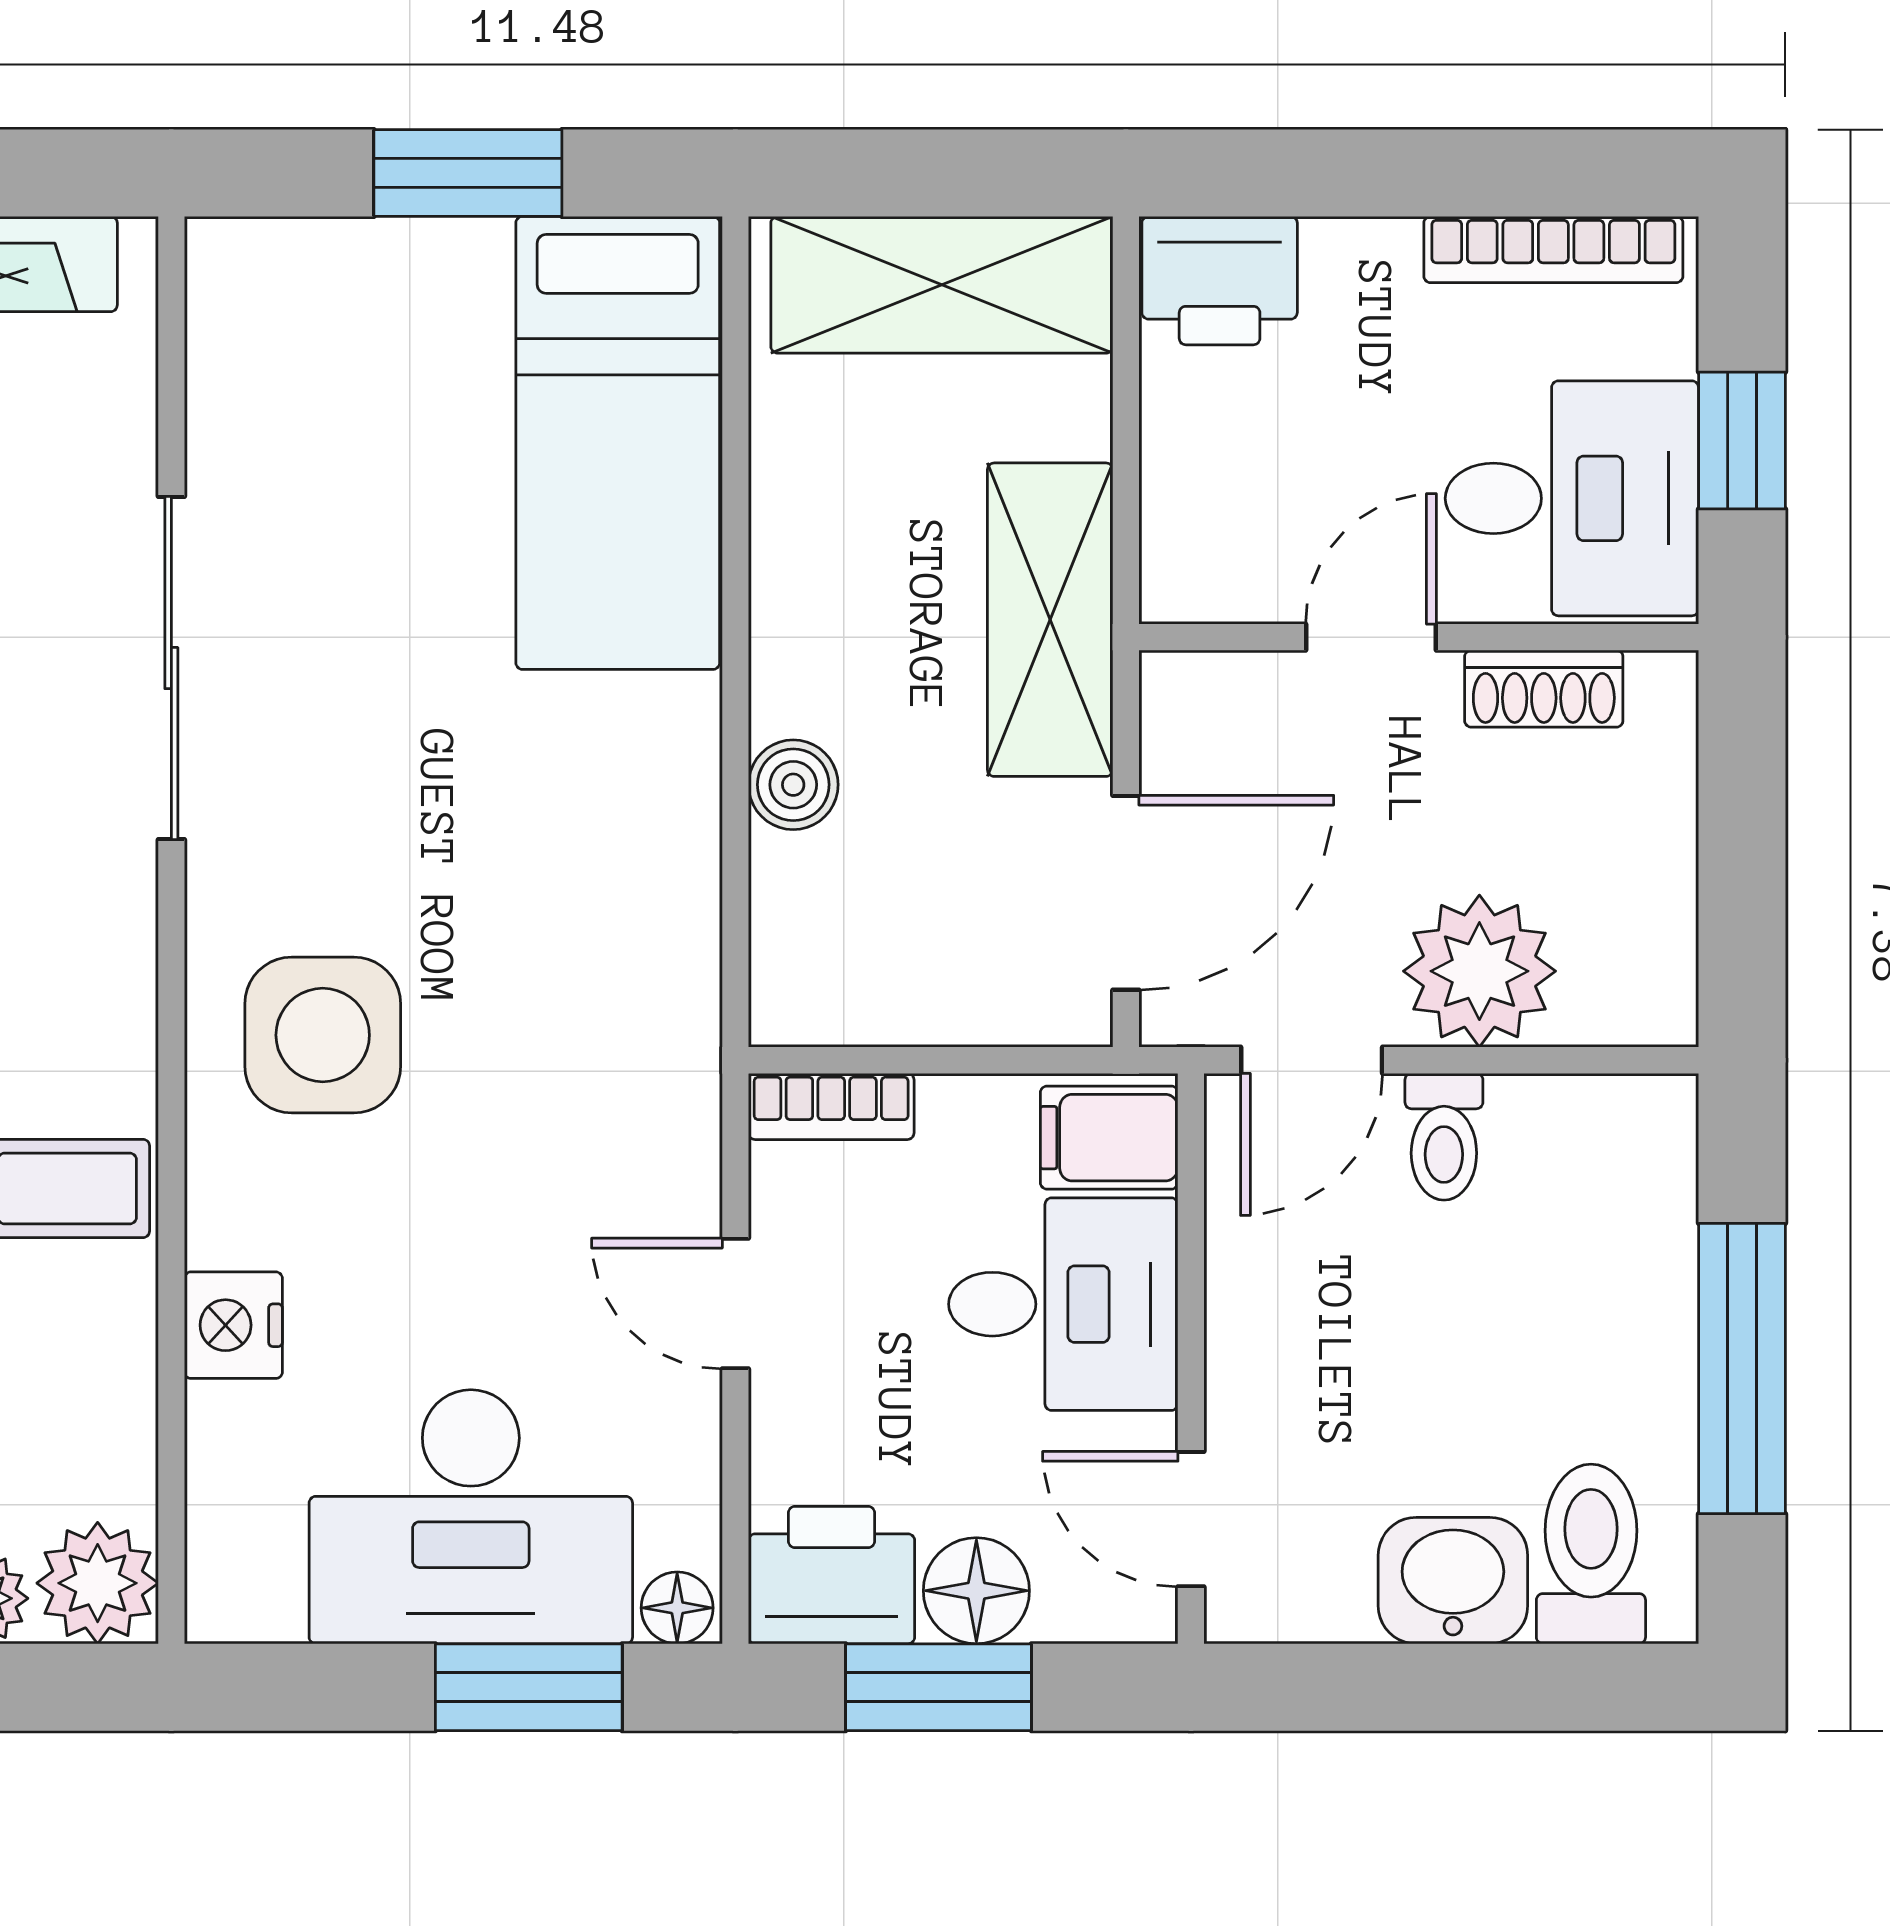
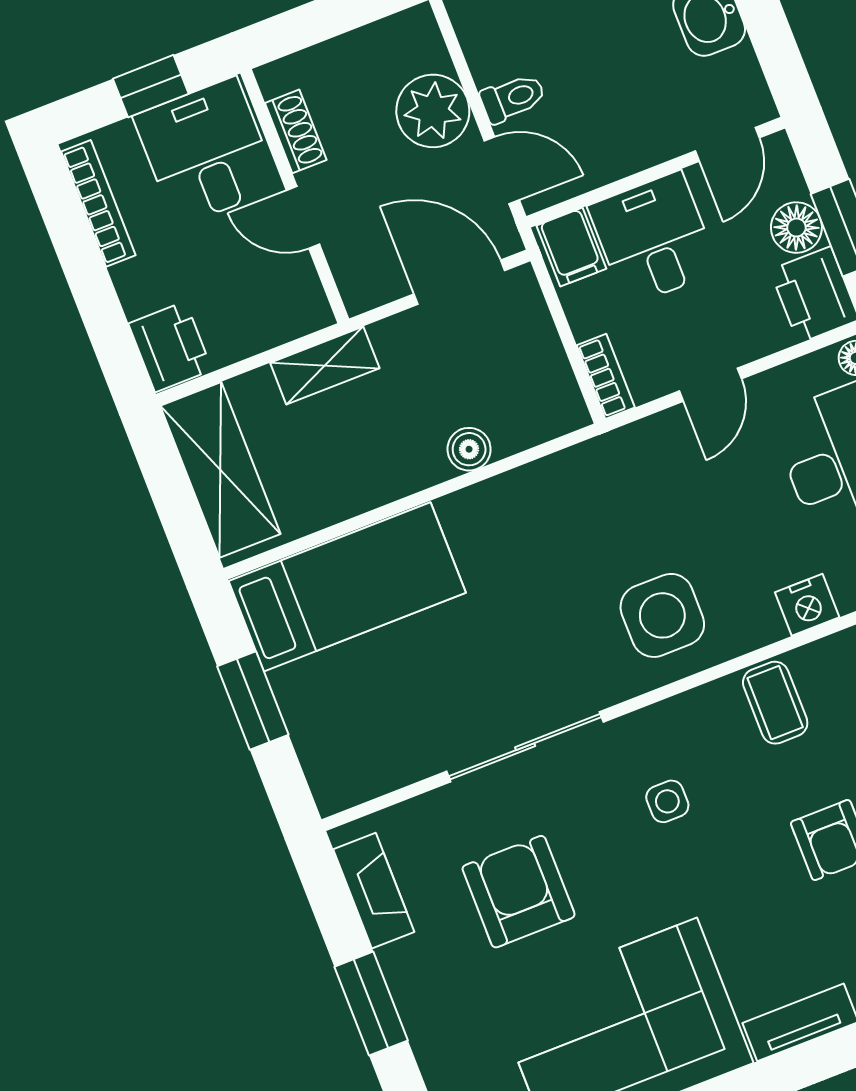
shelving: (1050, 620) -> (325, 365), width x0.67, depth x0.75

